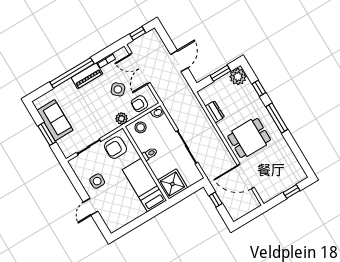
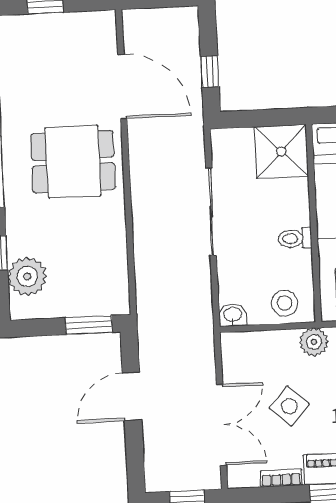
window: (220, 73) -> (89, 325), moved
plant: (238, 77) -> (27, 276), moved
armchair: (139, 104) -> (261, 353), removed
dresser: (215, 112) -> (115, 253), removed

